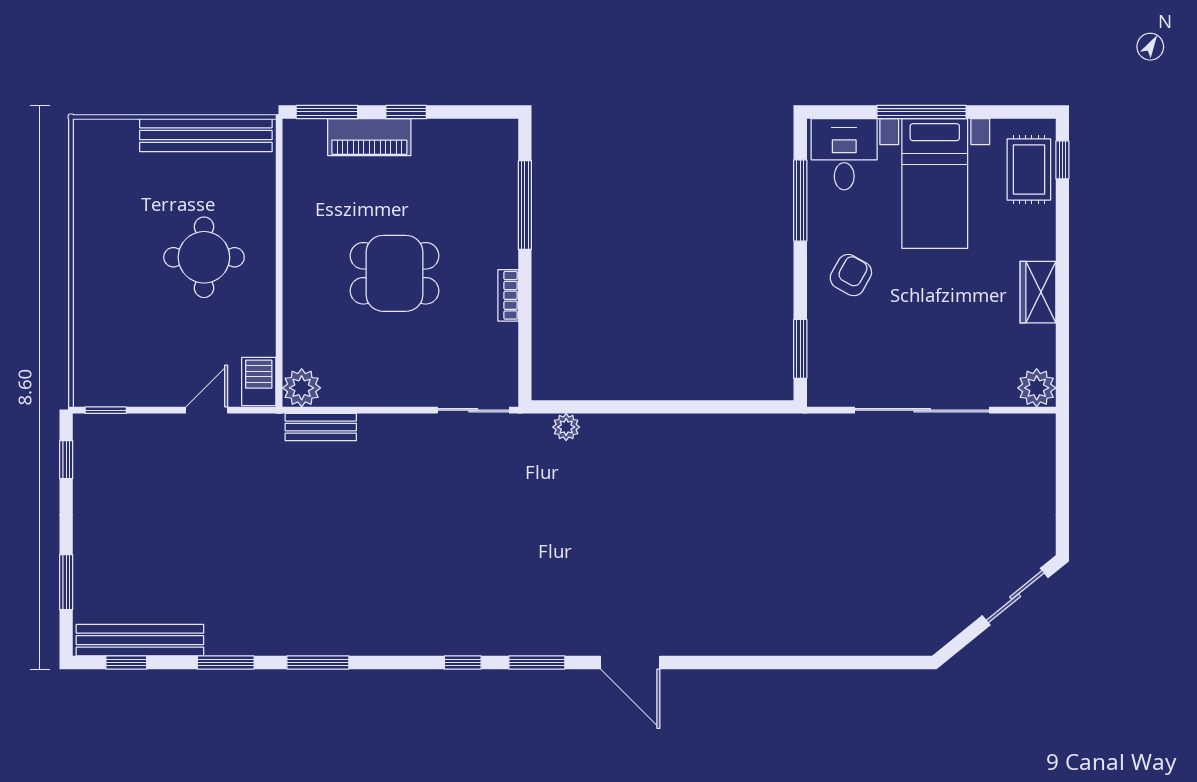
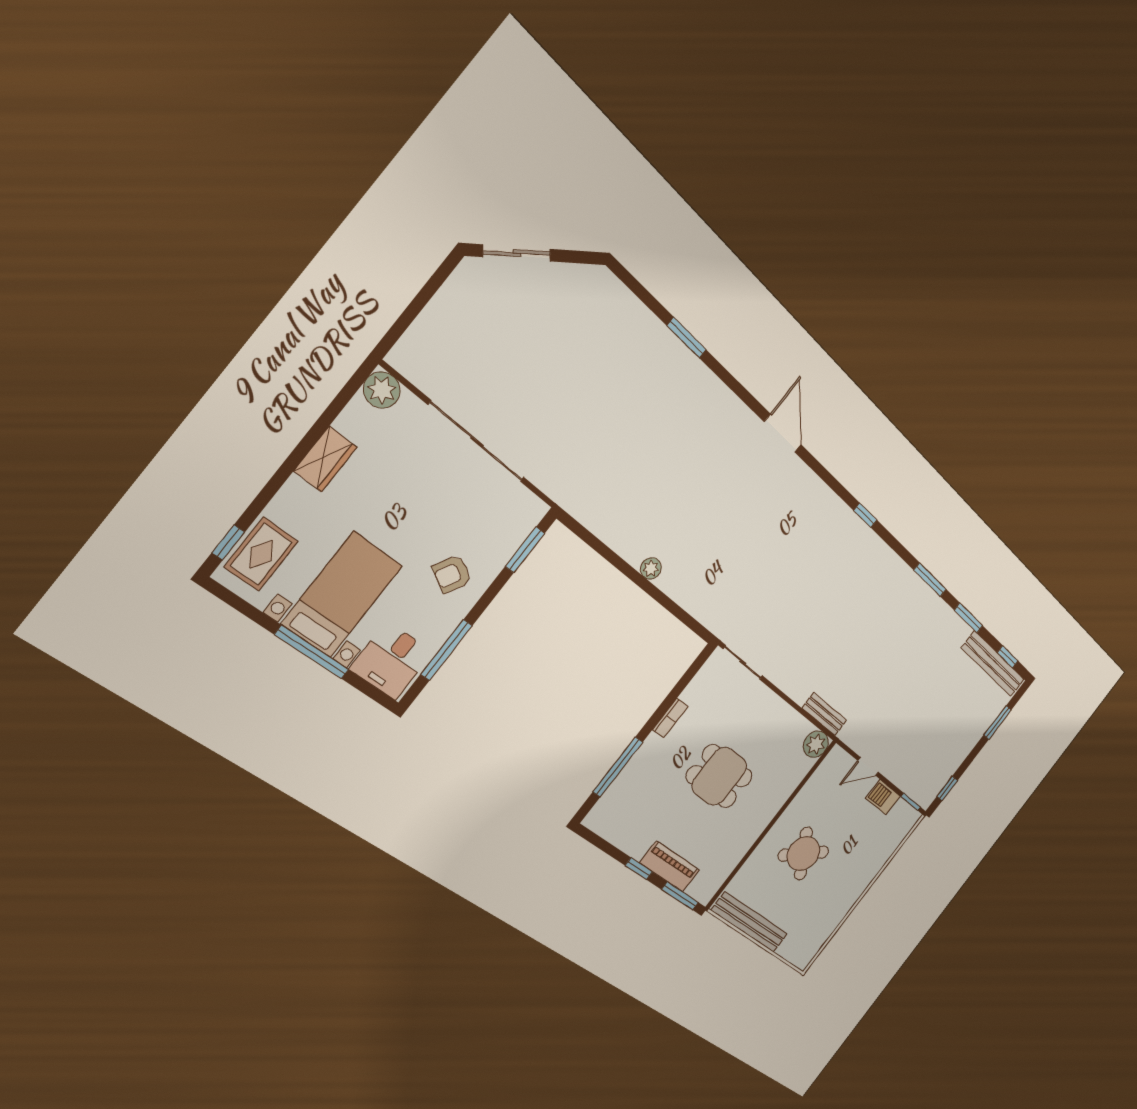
round table: (204, 257) -> (803, 854), turned -35
barbecue: (259, 381) -> (883, 797), moved, turned 90
plant: (566, 427) -> (651, 568), moved
window: (537, 663) -> (687, 338), moved

